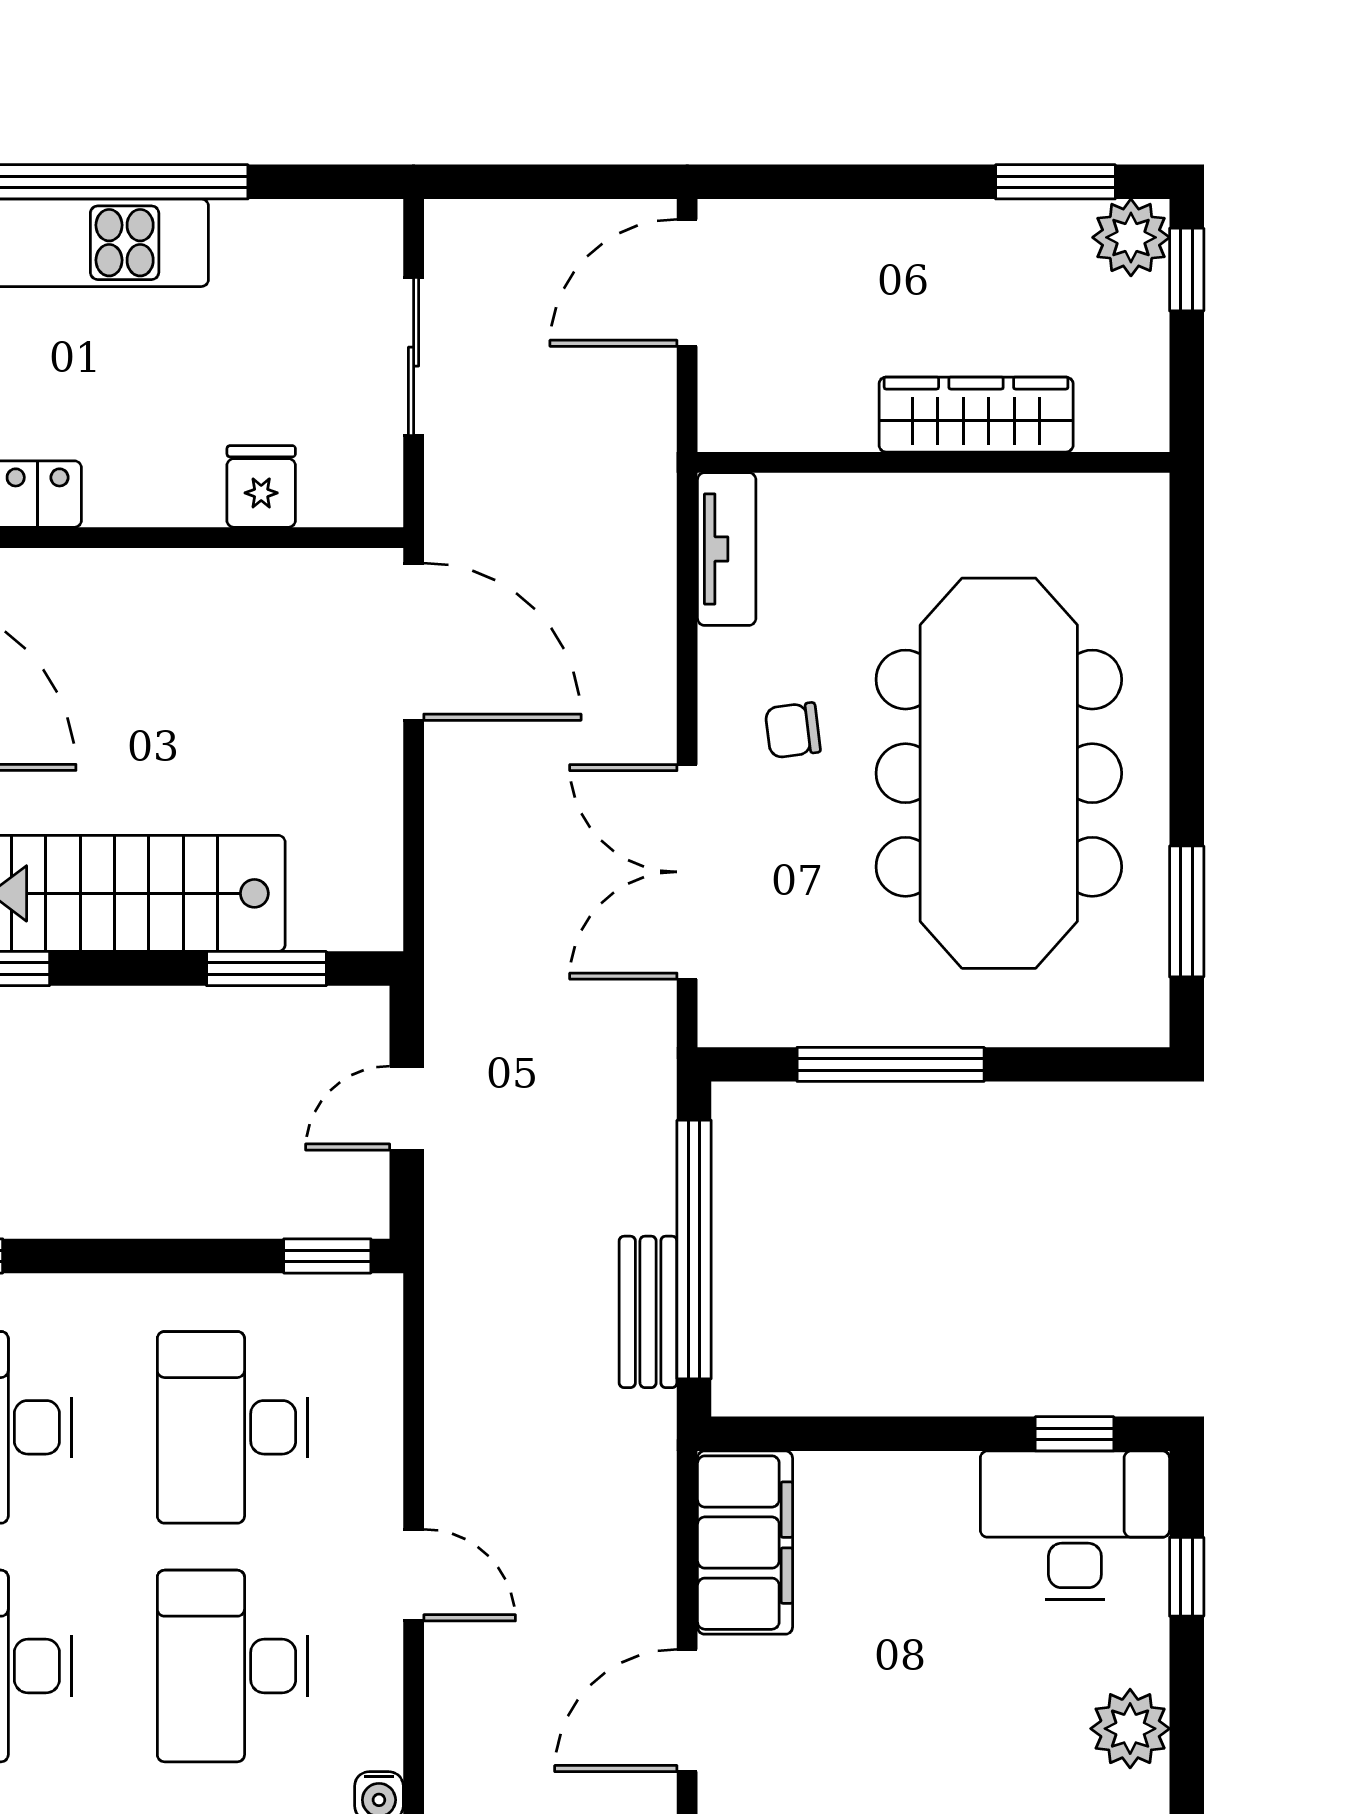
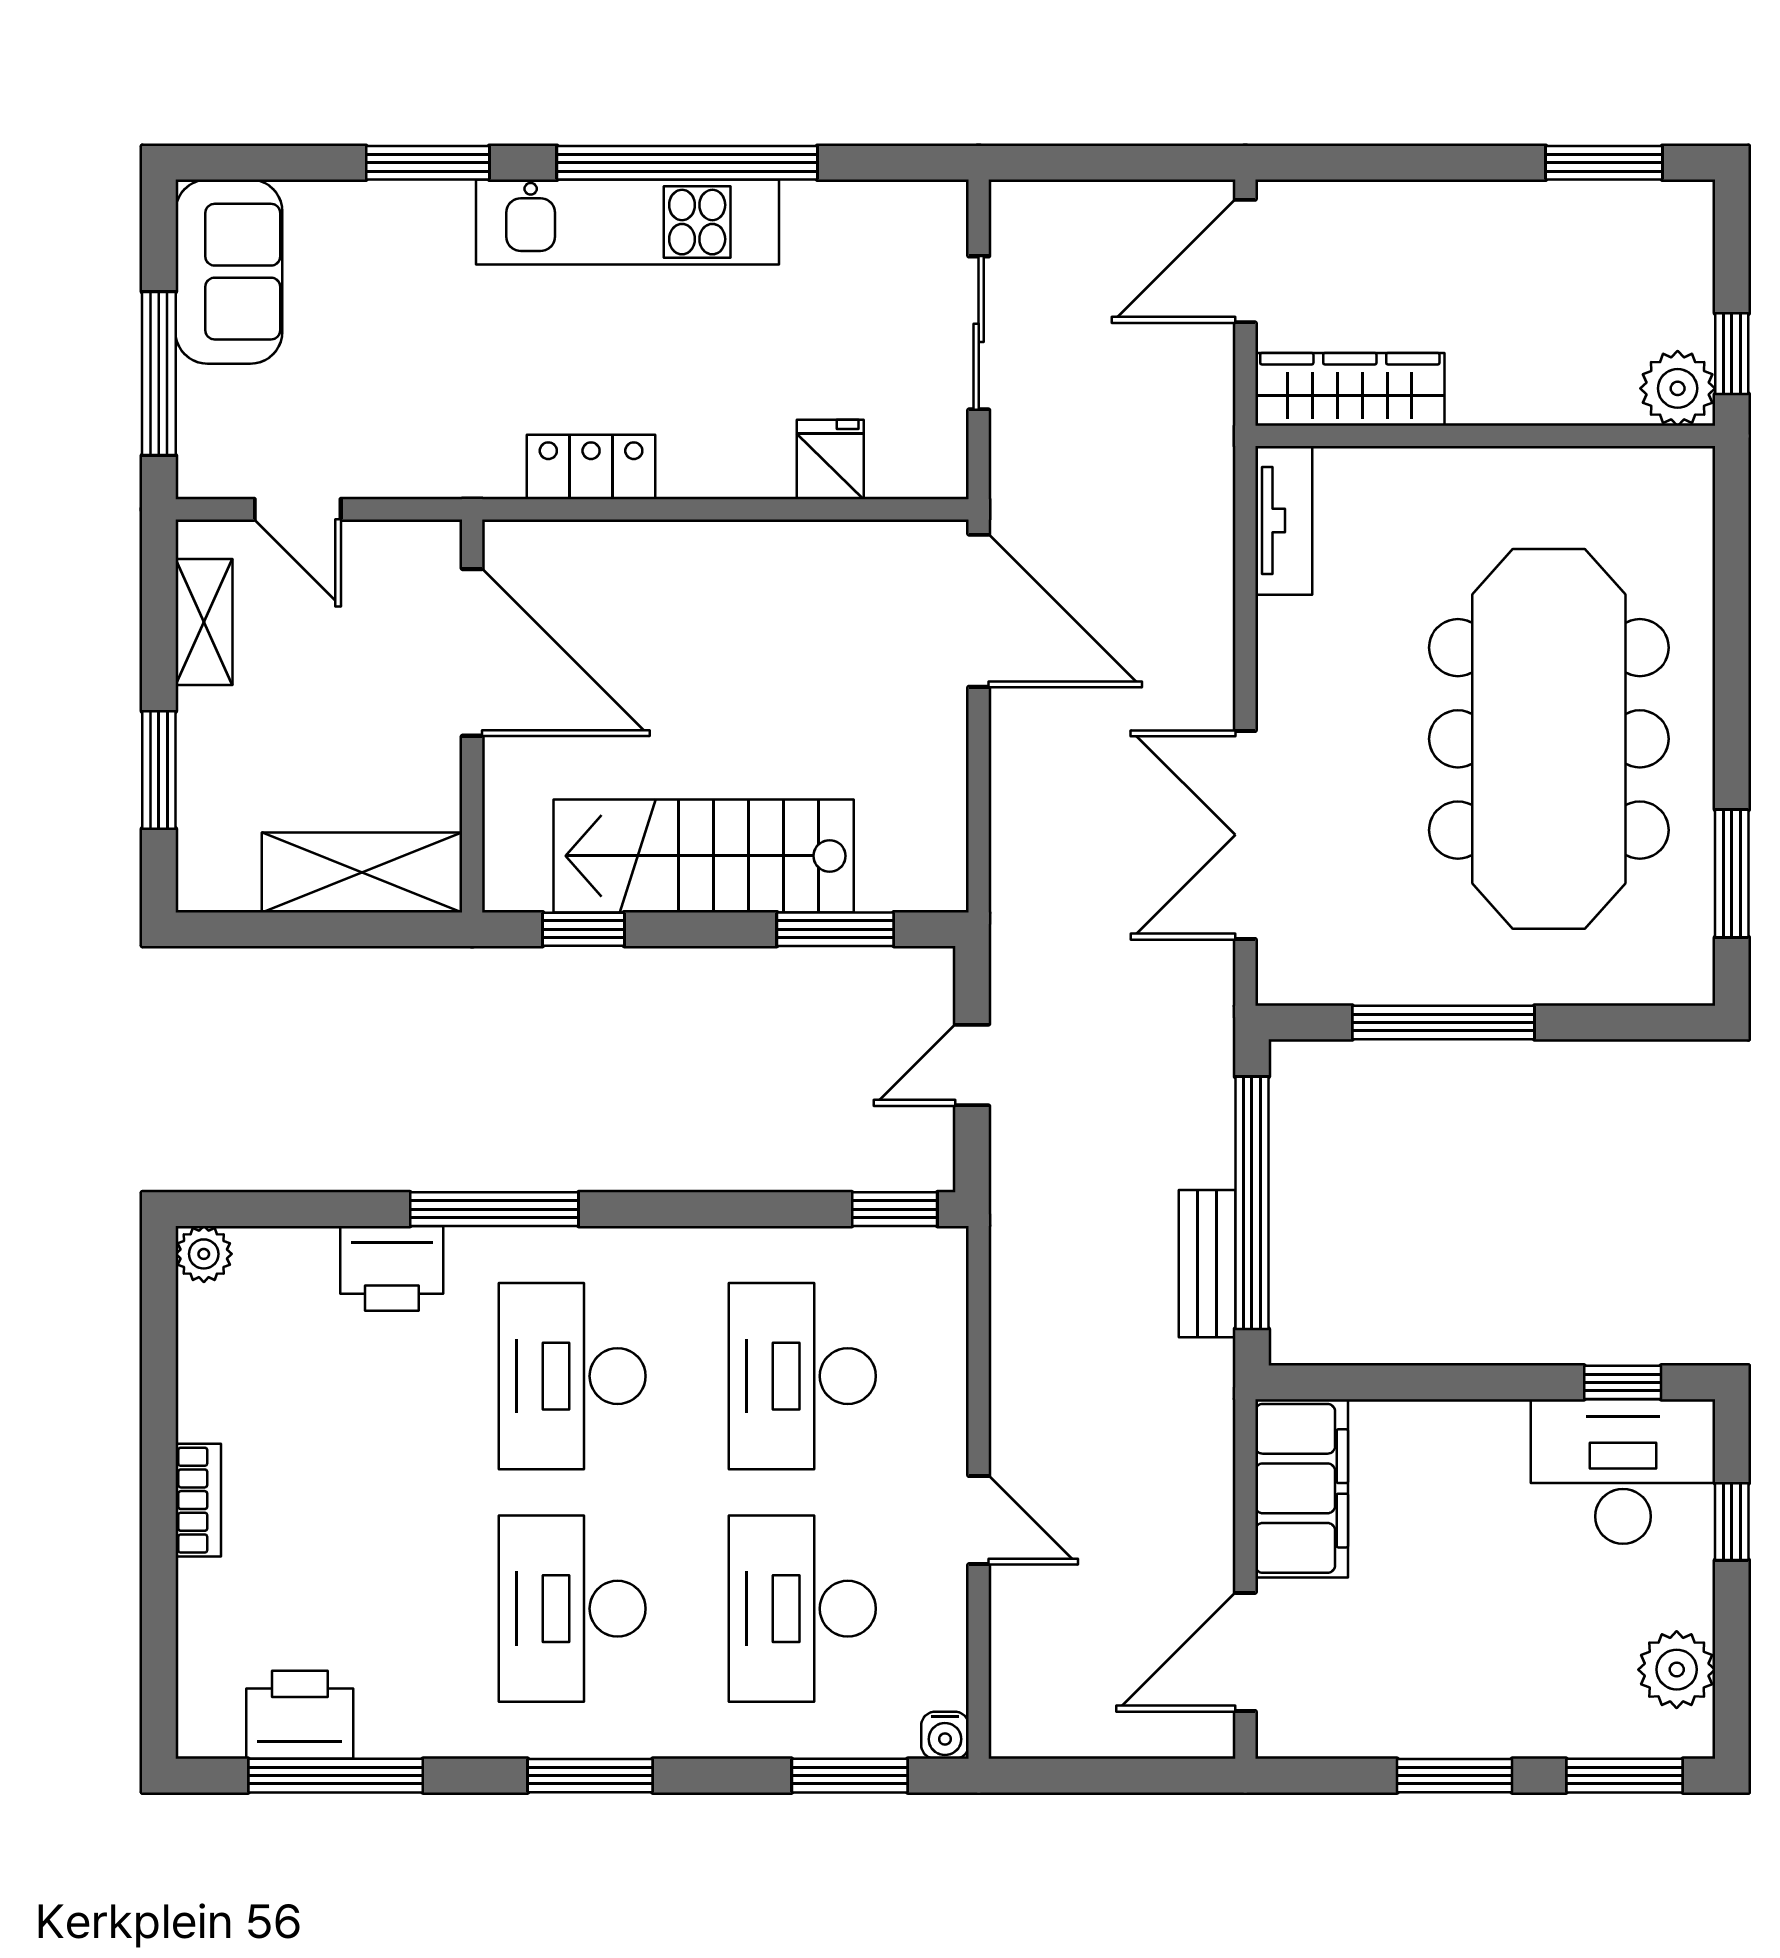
plant: (1131, 237) -> (1678, 388), moved
window: (1187, 270) -> (1732, 354), moved
wardrobe: (976, 415) -> (1350, 389), moved
chair: (793, 730) -> (1348, 697), removed

